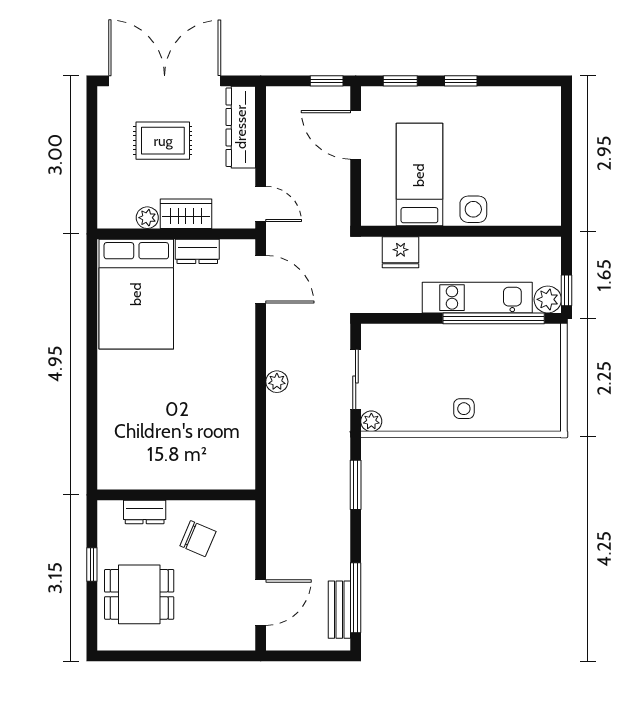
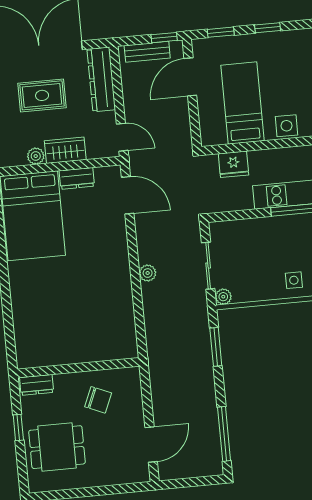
door: (356, 135) -> (190, 77), hinge flipped
dresser: (145, 512) -> (37, 385), moved
bench: (339, 610) -> (147, 52), moved, turned 90

